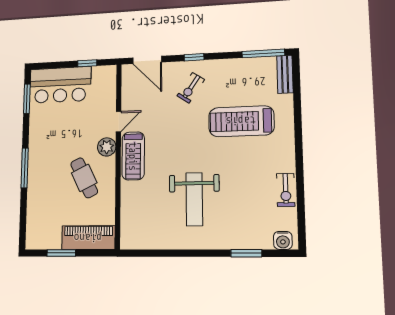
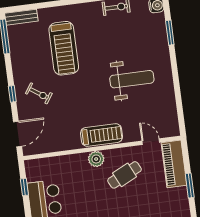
door: (119, 122) -> (151, 142), moved

